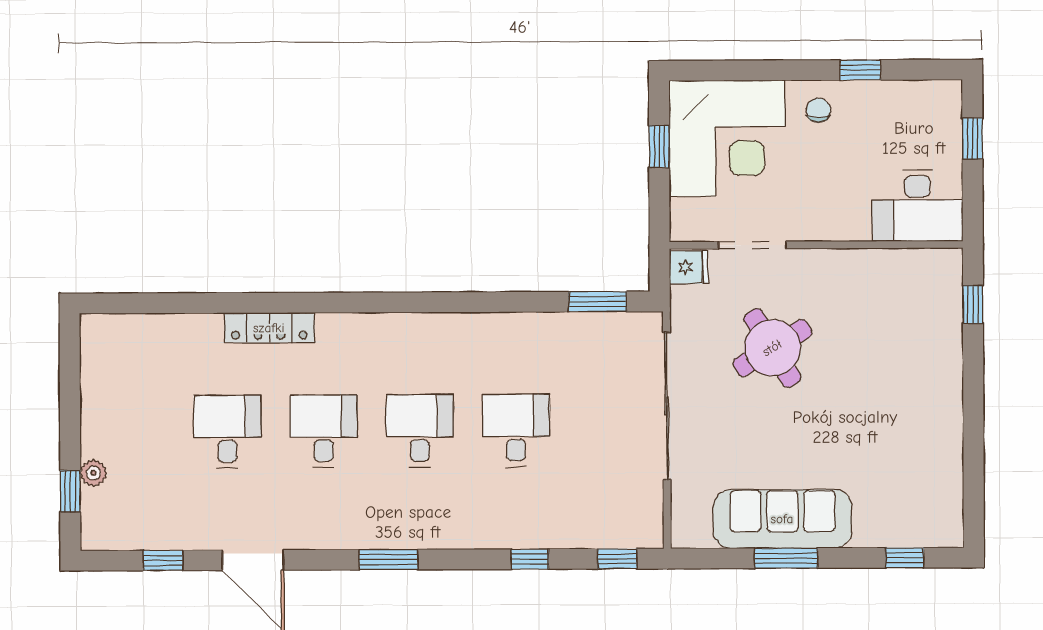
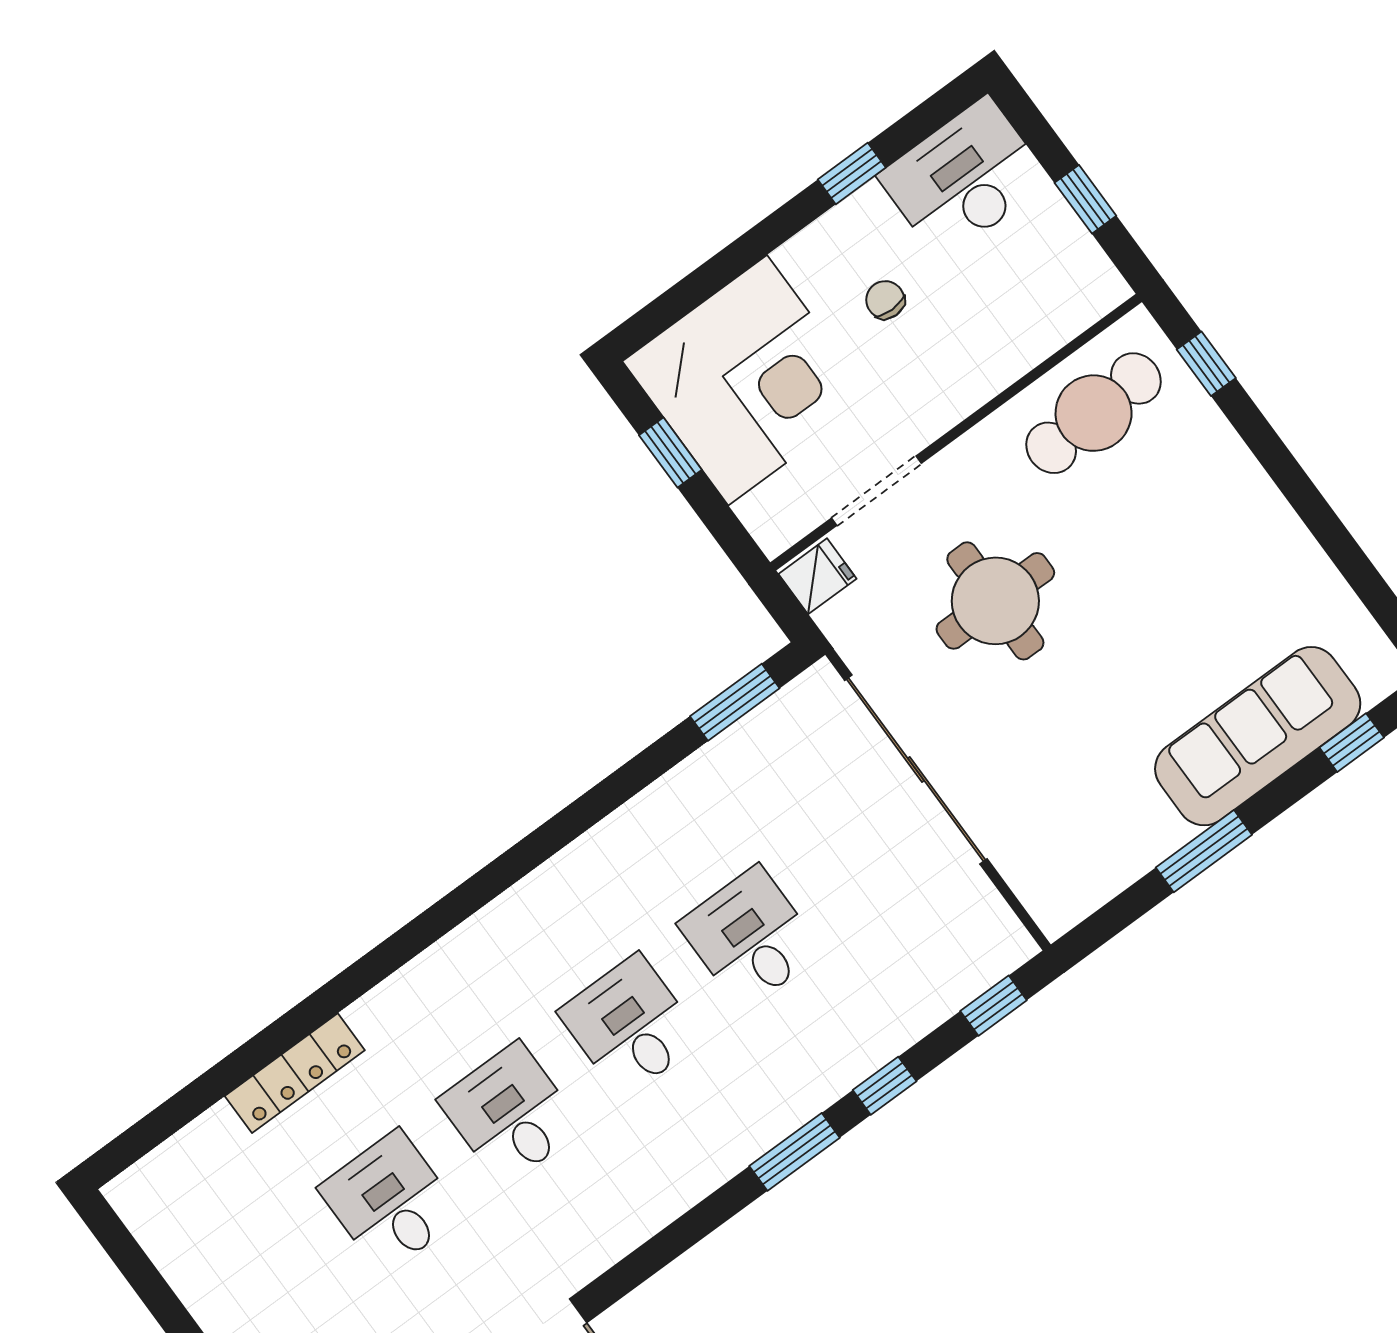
chair: (818, 110) -> (885, 300), moved
window: (972, 139) -> (1085, 199), moved
desk: (917, 206) -> (964, 178), moved, turned 180
cafe table: (895, 287) -> (1094, 413), added
locker: (269, 328) -> (295, 1073), moved
round table: (772, 348) -> (995, 601), turned 31
sofa: (782, 519) -> (1258, 736), moved
window: (389, 560) -> (795, 1152), moved

